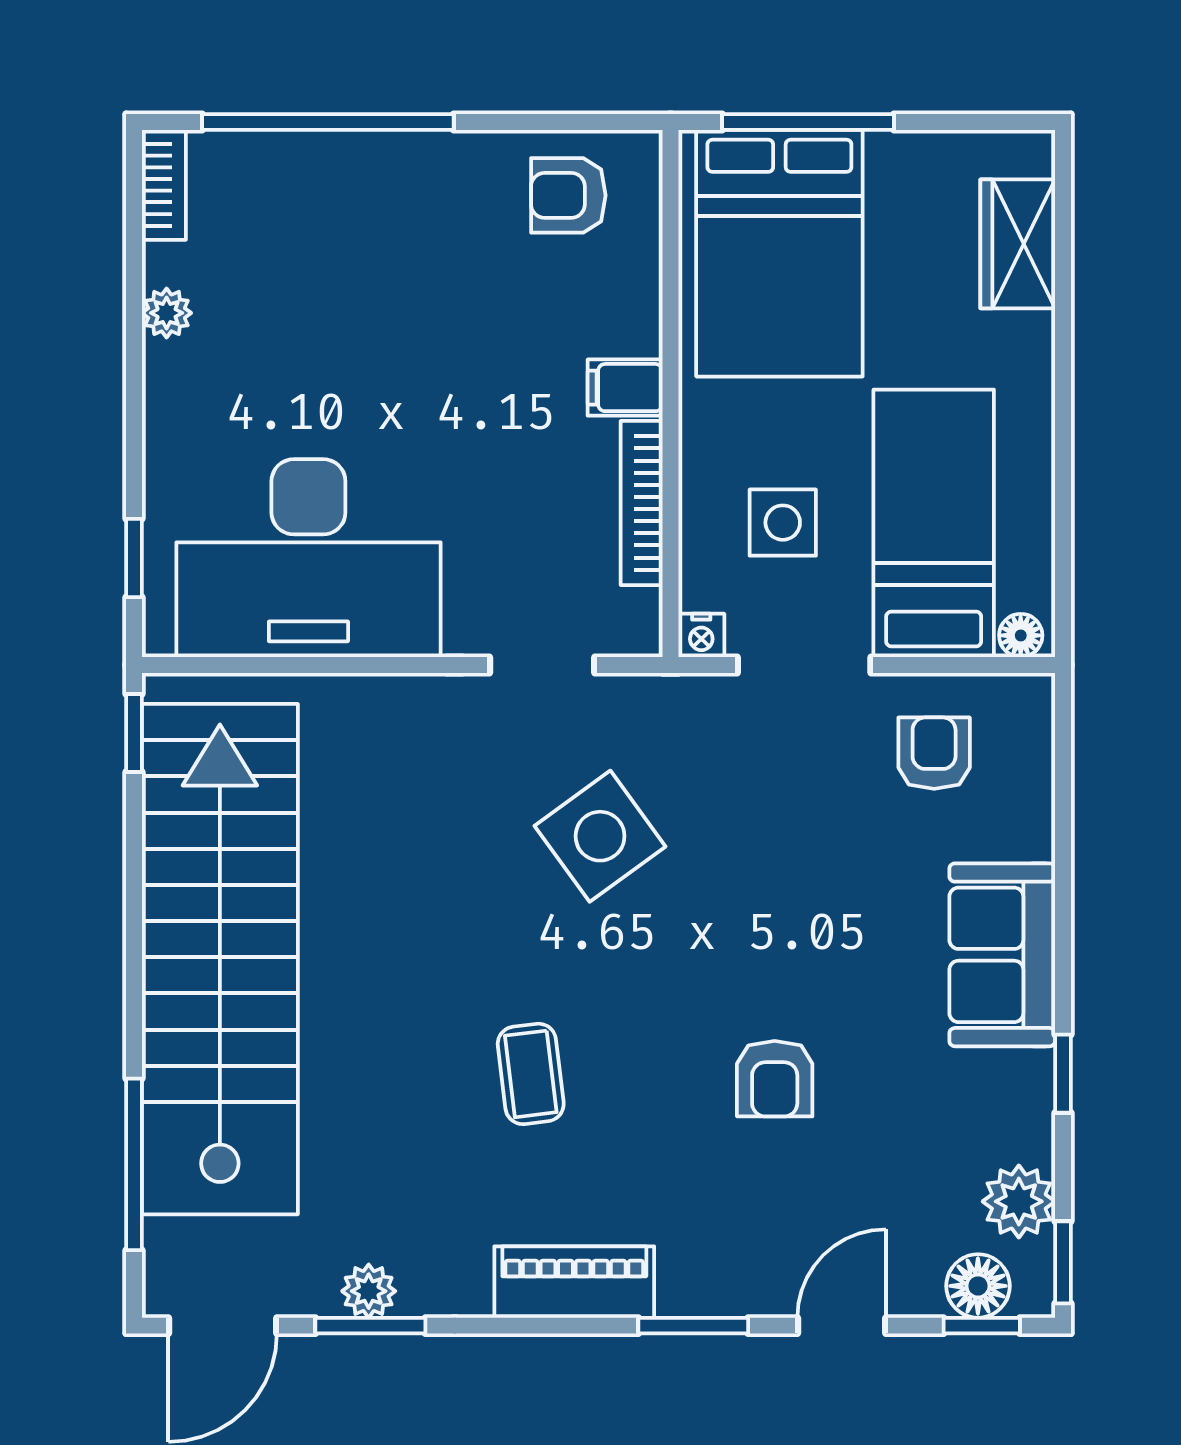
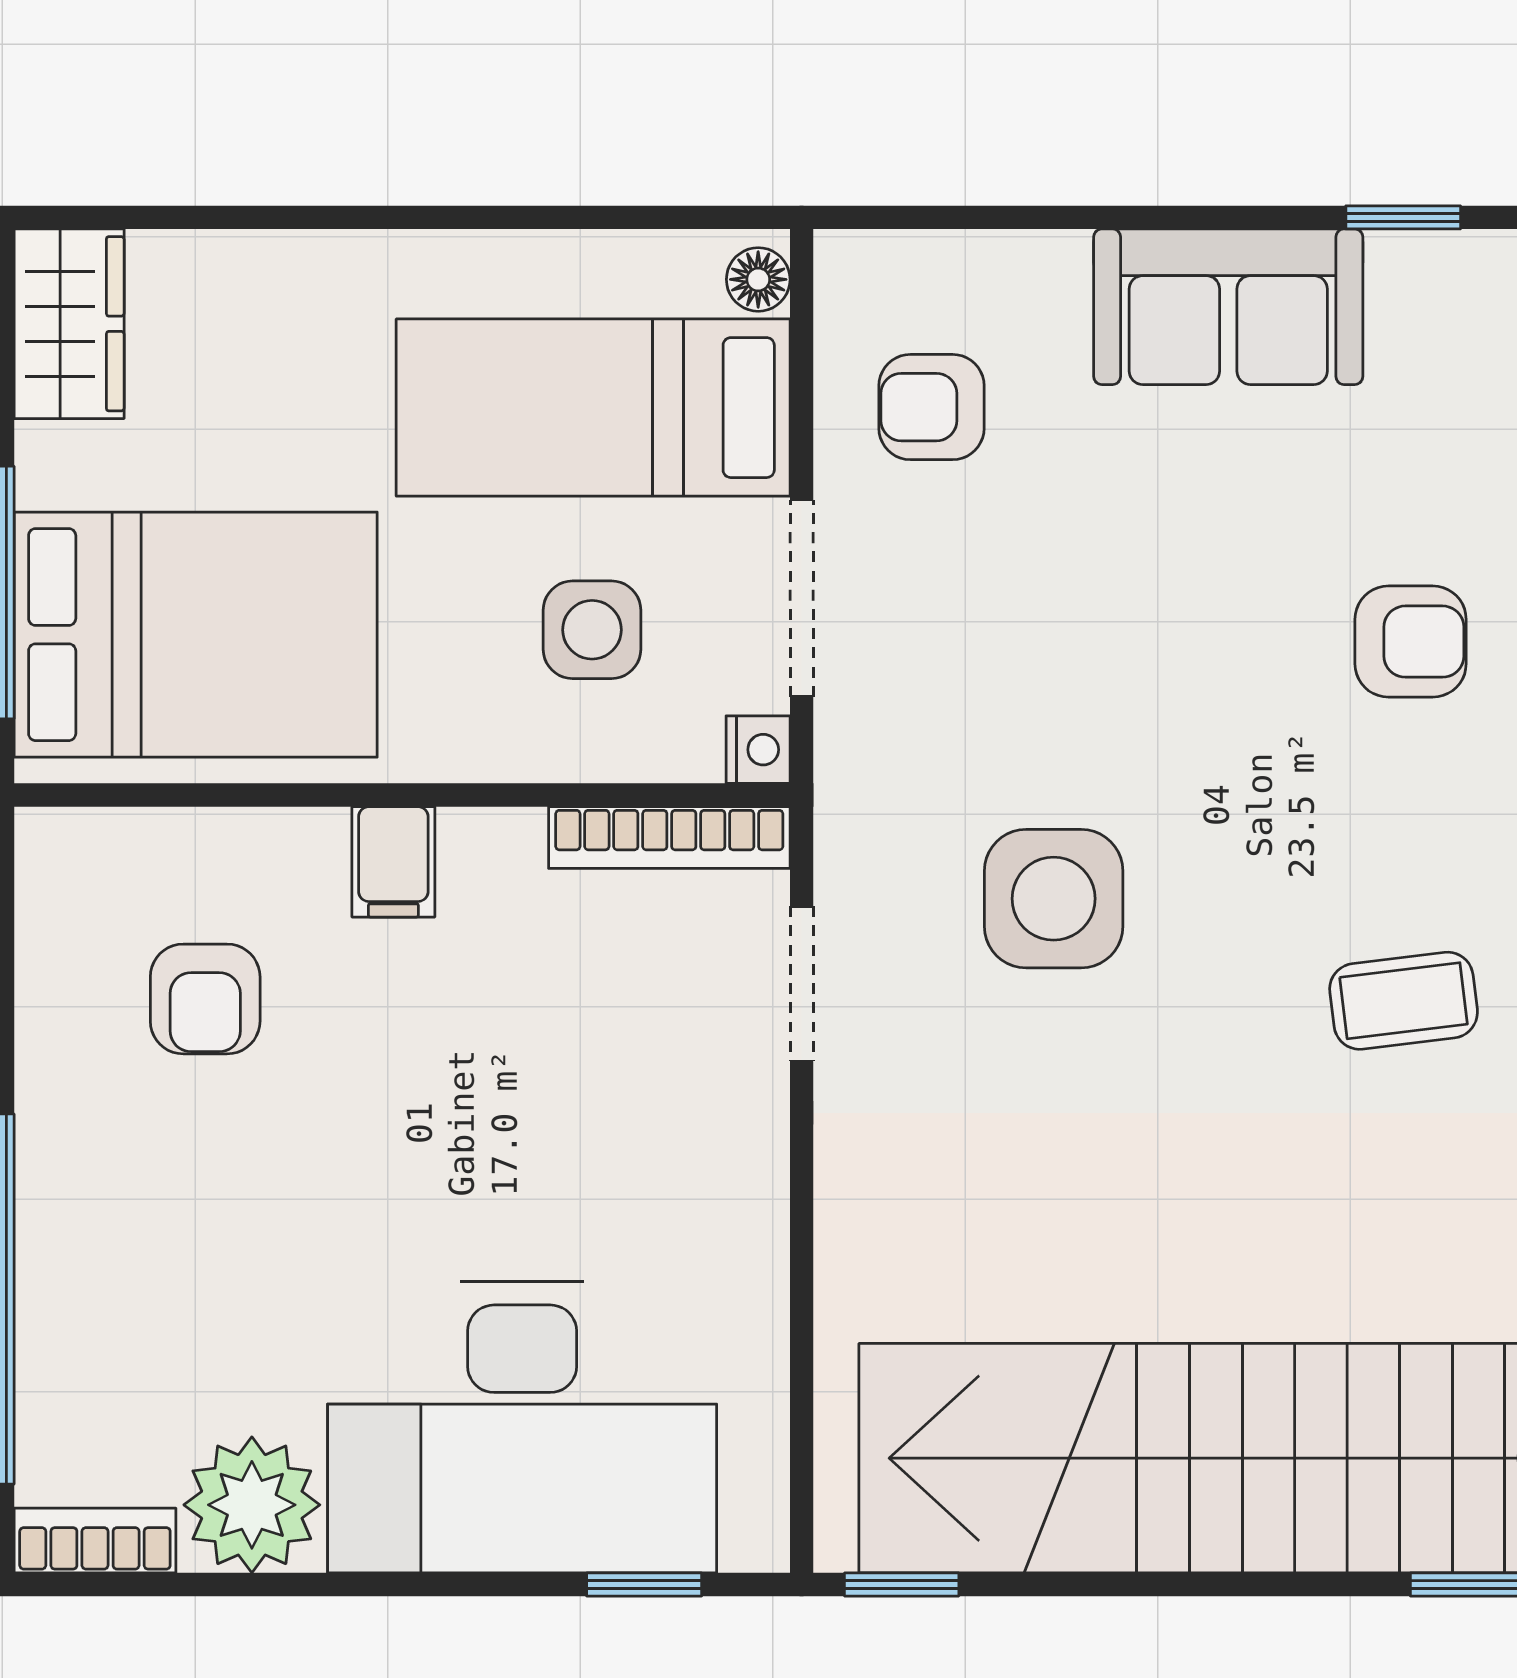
armchair: (568, 195) -> (205, 999), moved
wardrobe: (1018, 244) -> (69, 324), moved, turned -90
plant: (167, 313) -> (252, 1505), width x1.87, depth x1.87
bookcase: (642, 503) -> (669, 837), moved
desk: (308, 558) -> (522, 1427), moved, turned 90
side table: (600, 836) -> (1054, 899), turned 36

